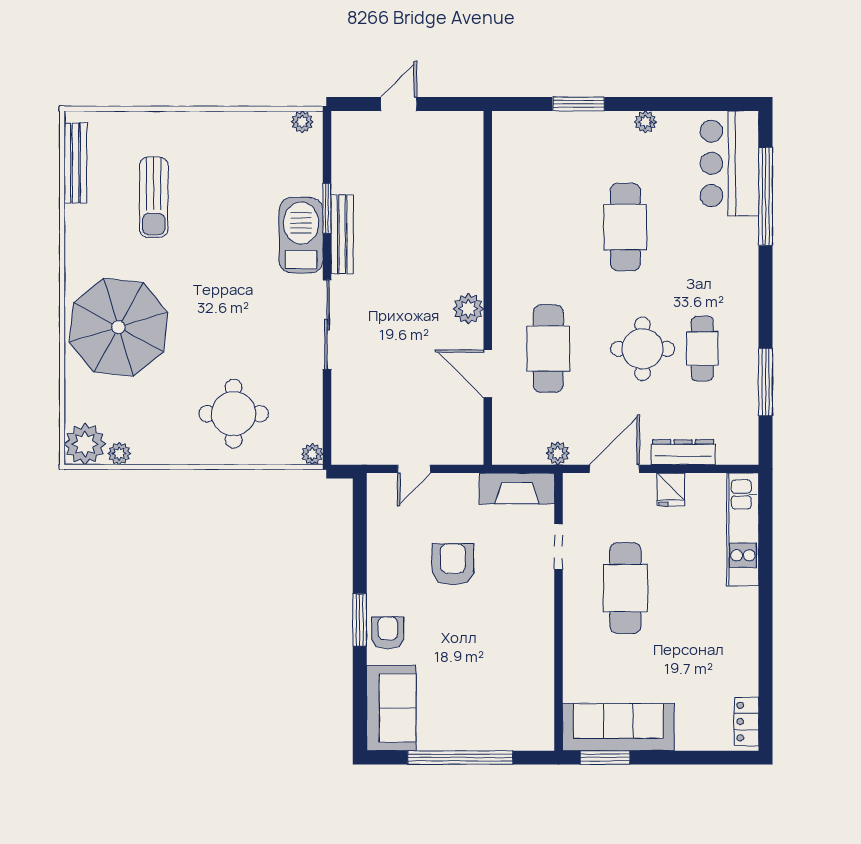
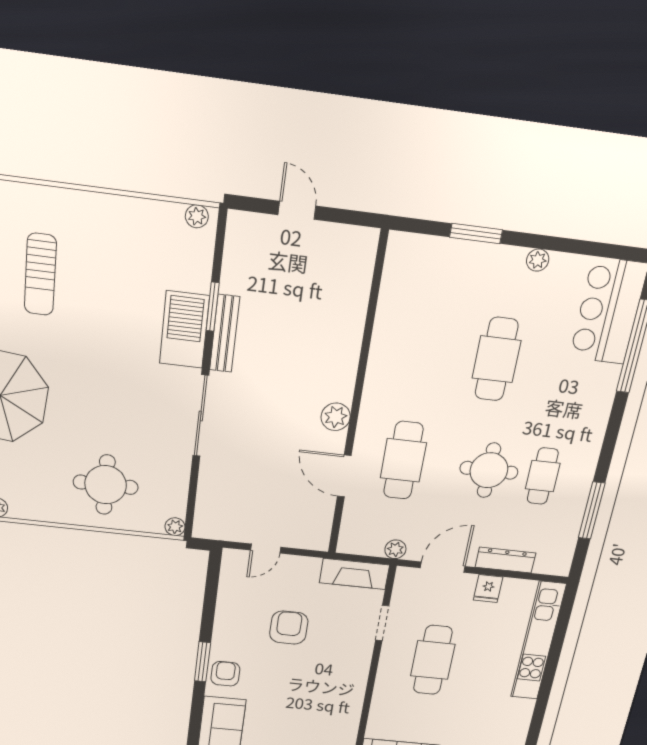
door: (399, 104) -> (297, 210), hinge flipped
kitchen unit: (743, 529) -> (538, 641), width x1.36

